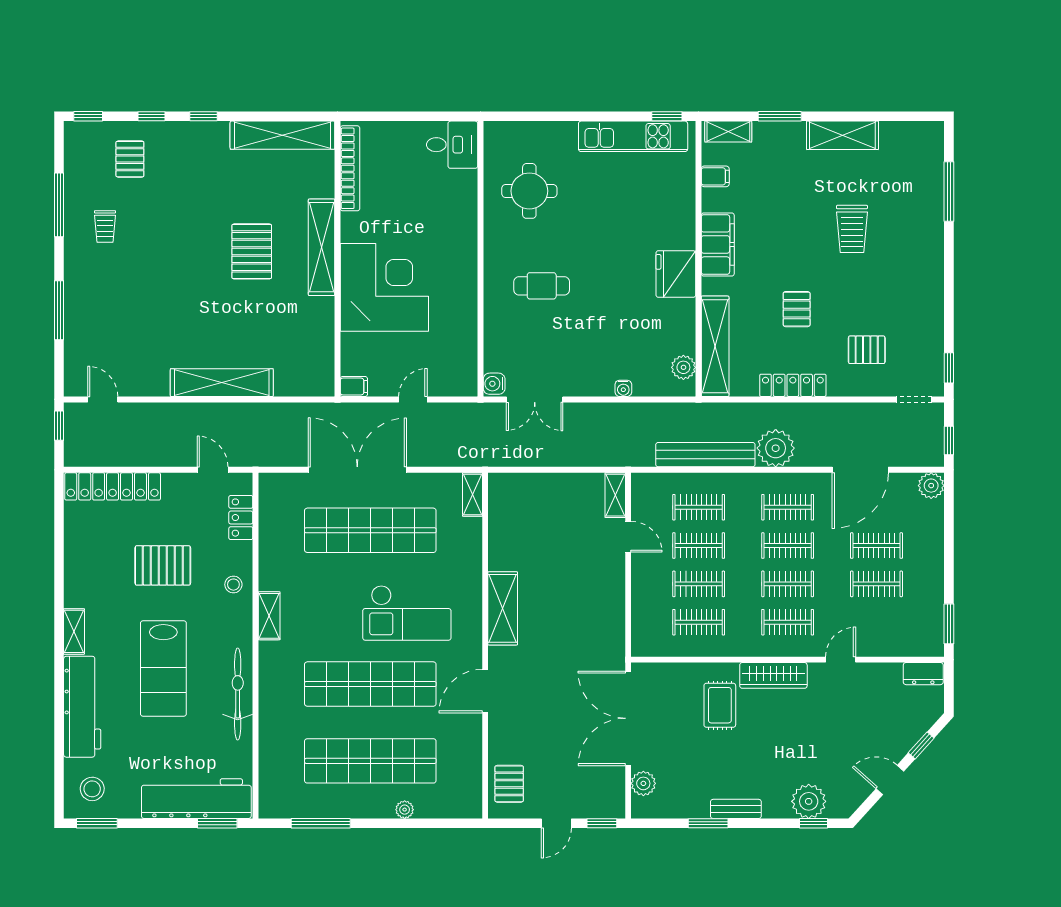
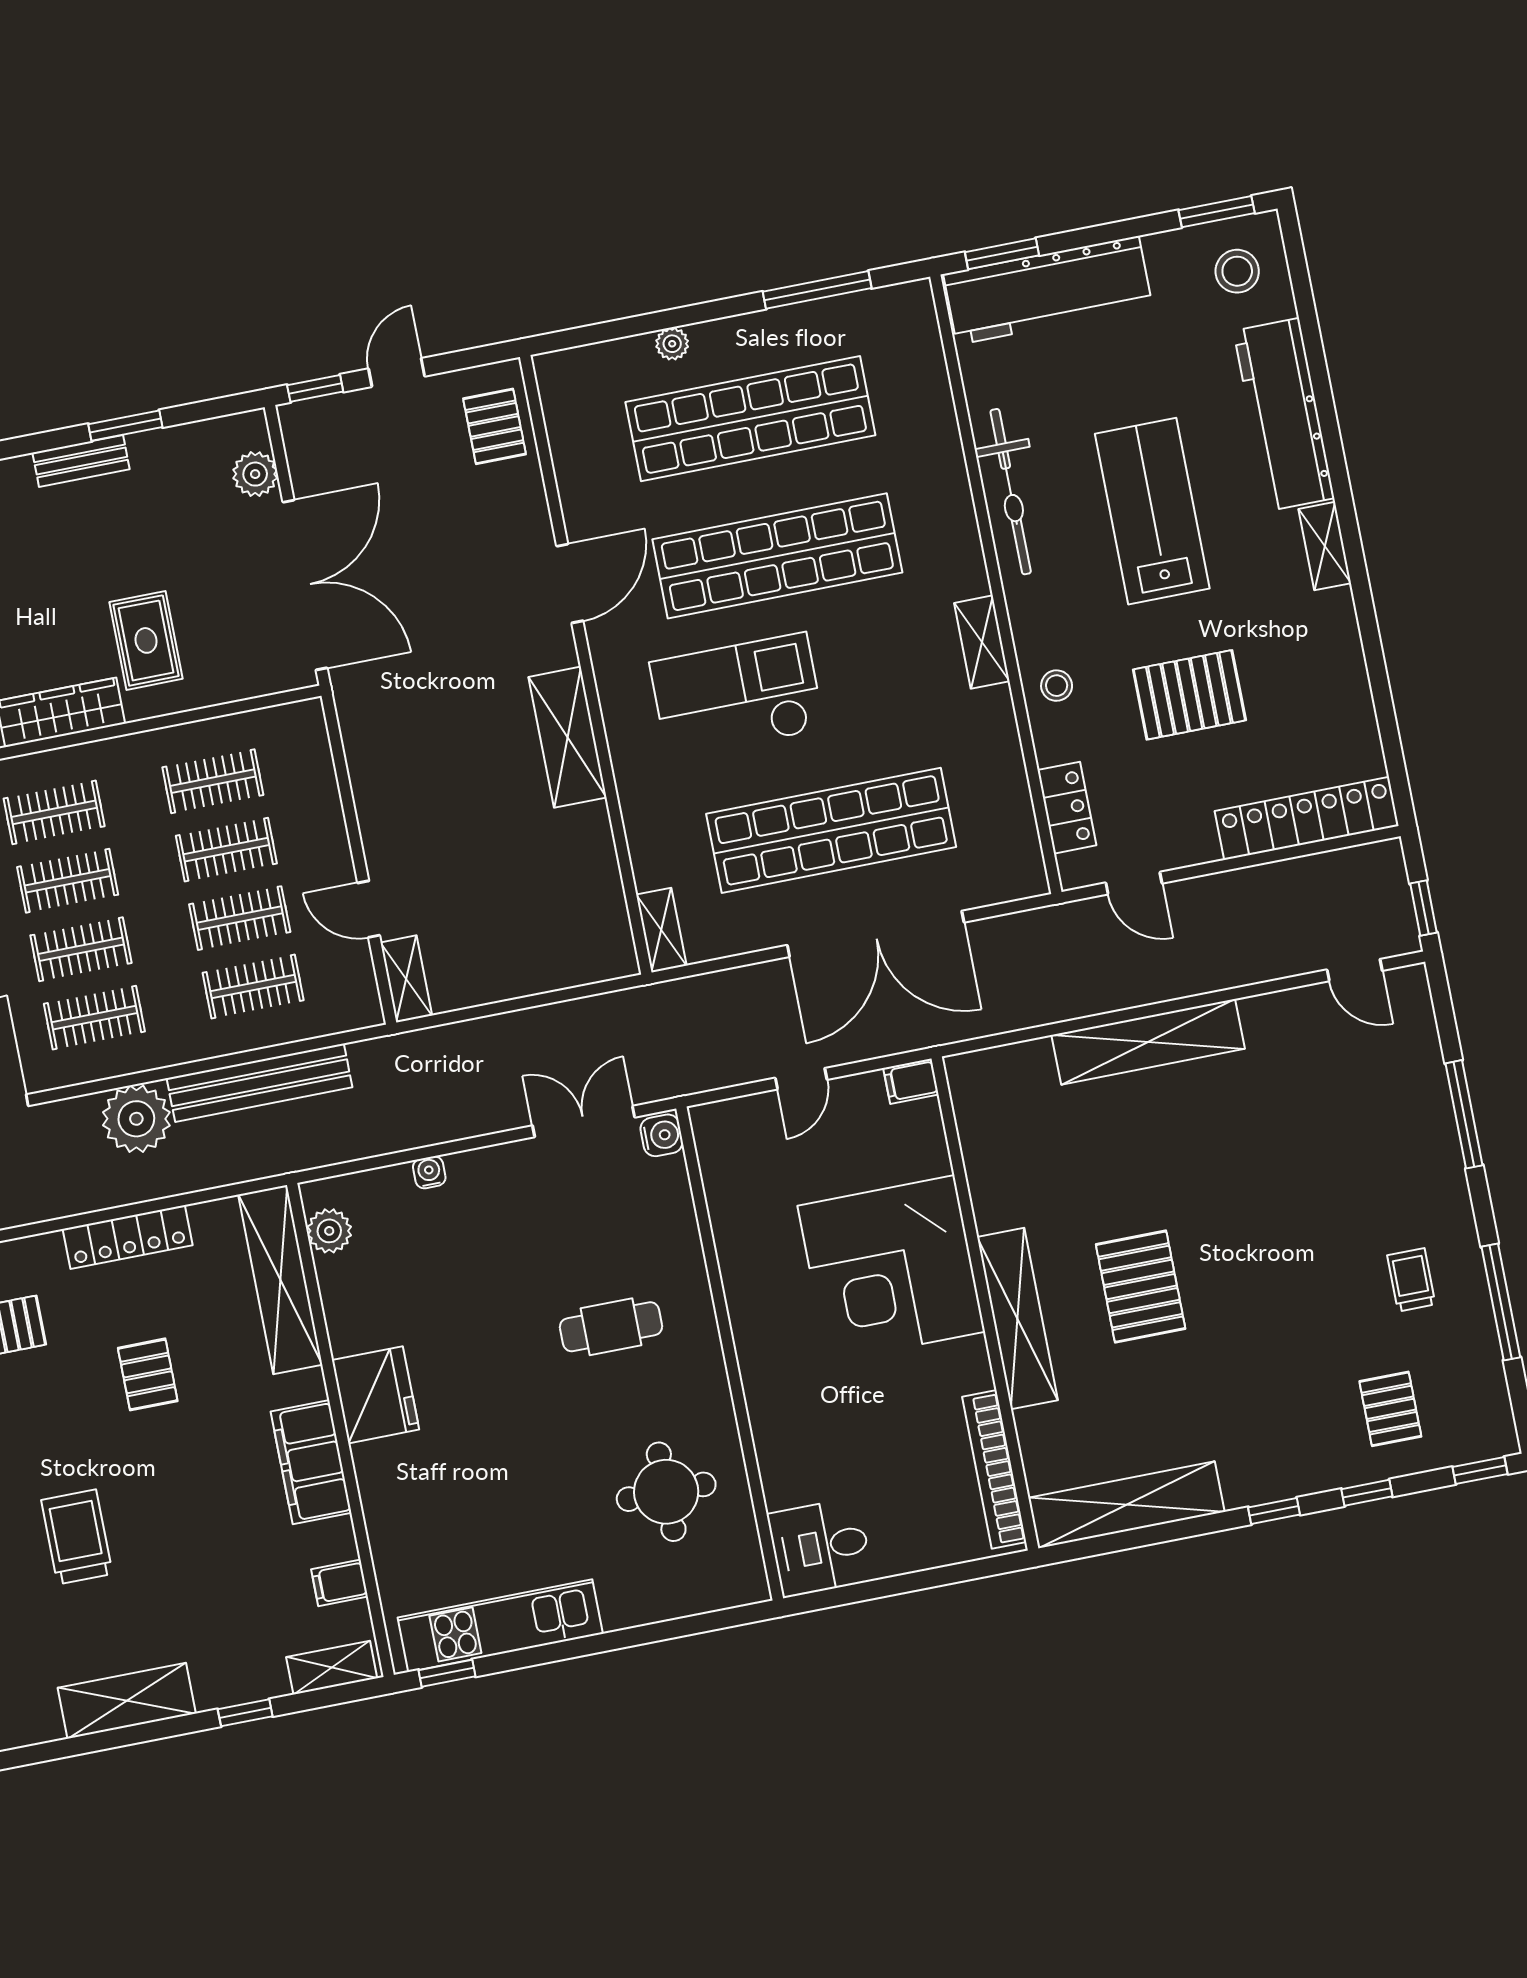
window: (780, 116) -> (245, 1713), width x0.67

